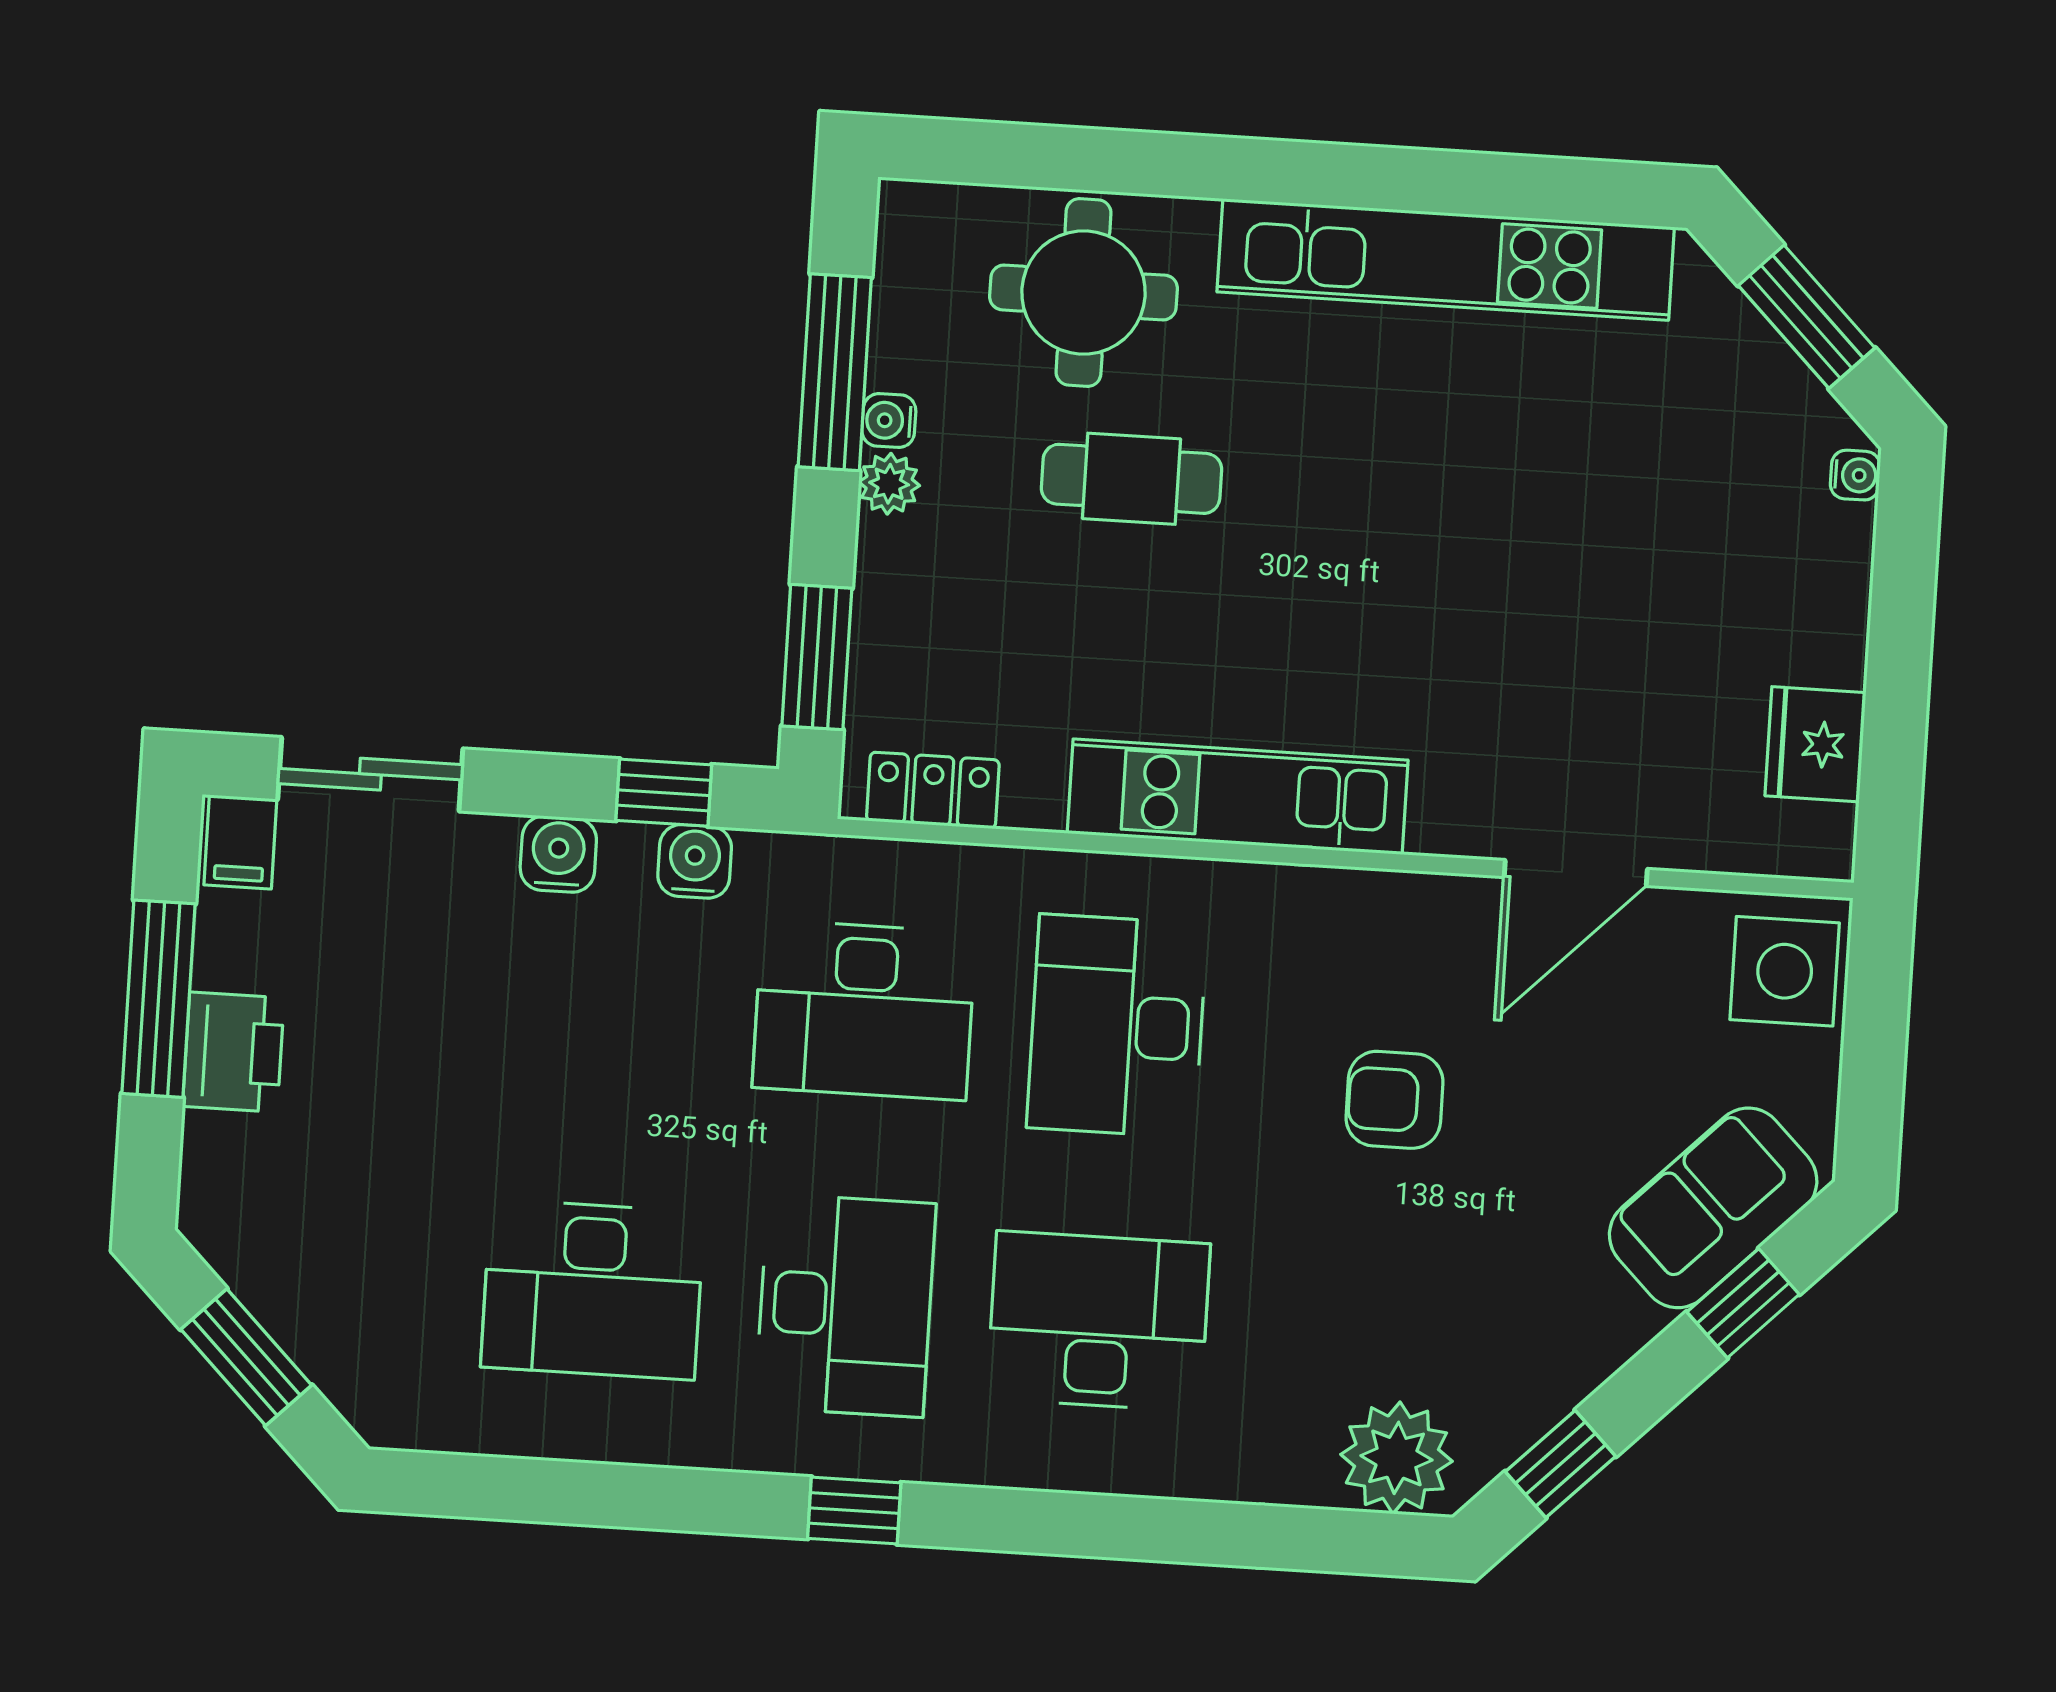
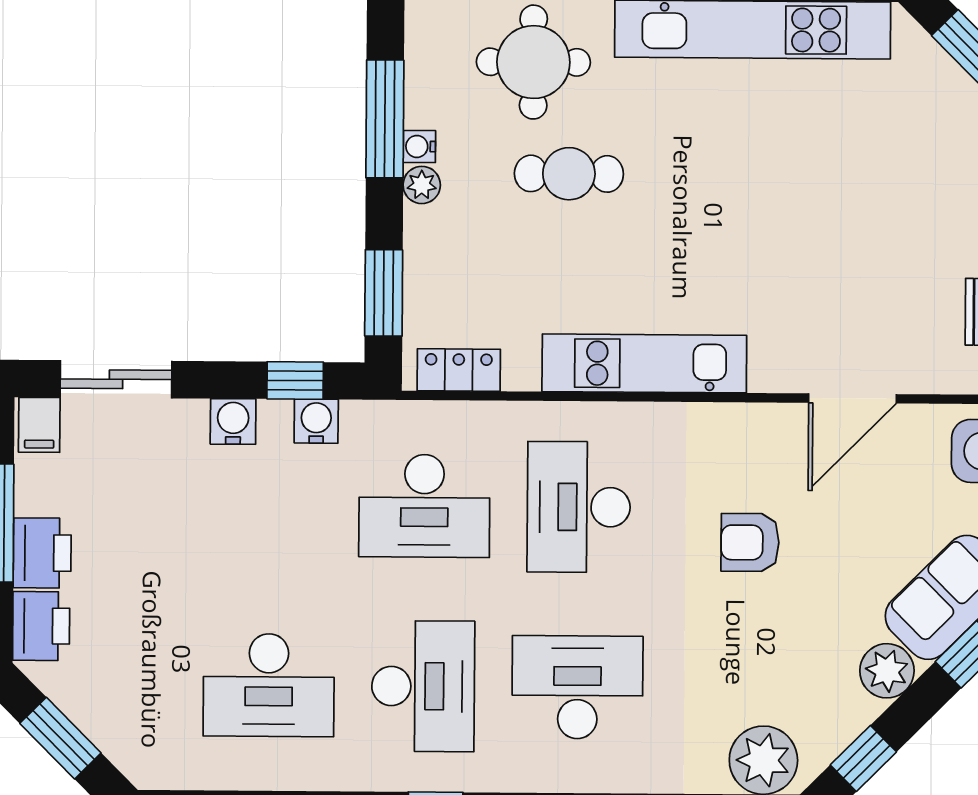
printer: (225, 1172) -> (41, 626), added
plant: (1607, 1323) -> (887, 671), added

